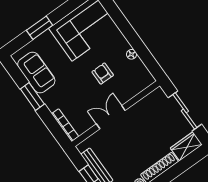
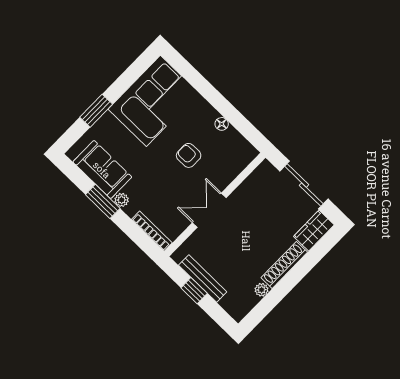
plant: (47, 98) -> (122, 200), added

